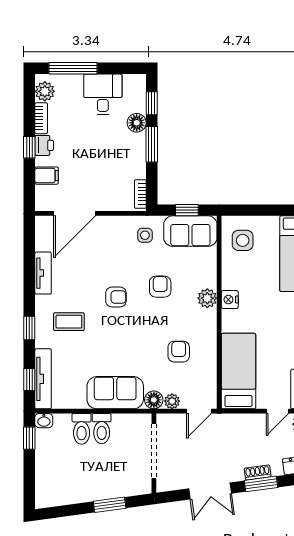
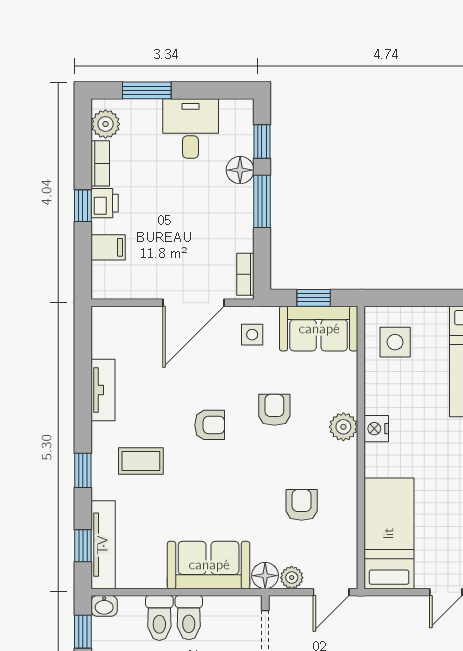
window: (73, 68) -> (147, 90), width x0.69
door: (75, 213) -> (193, 303), moved

